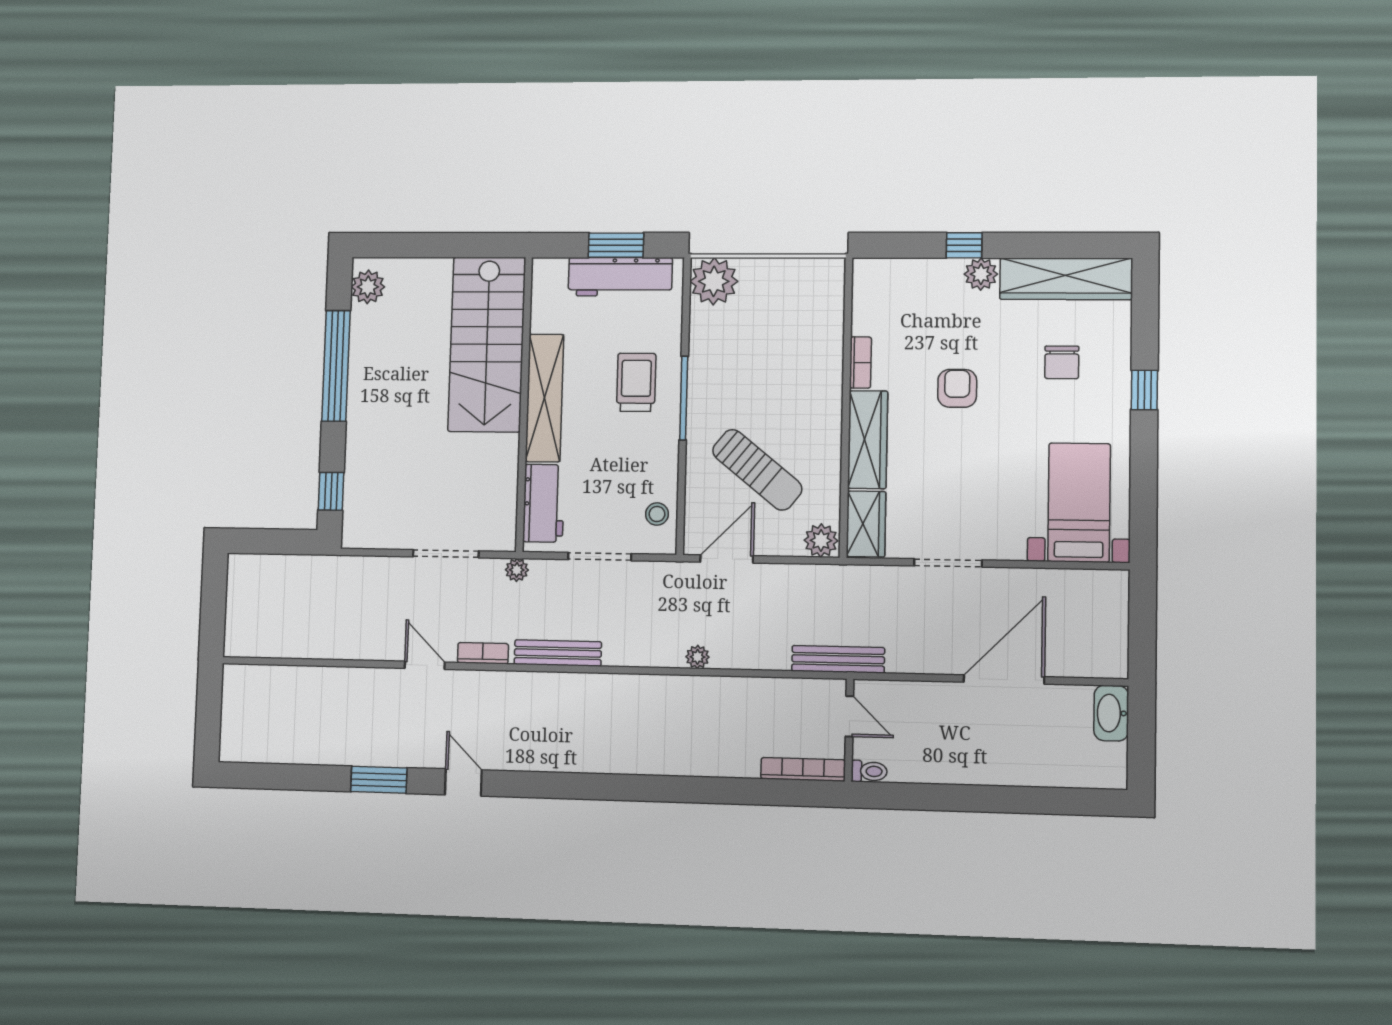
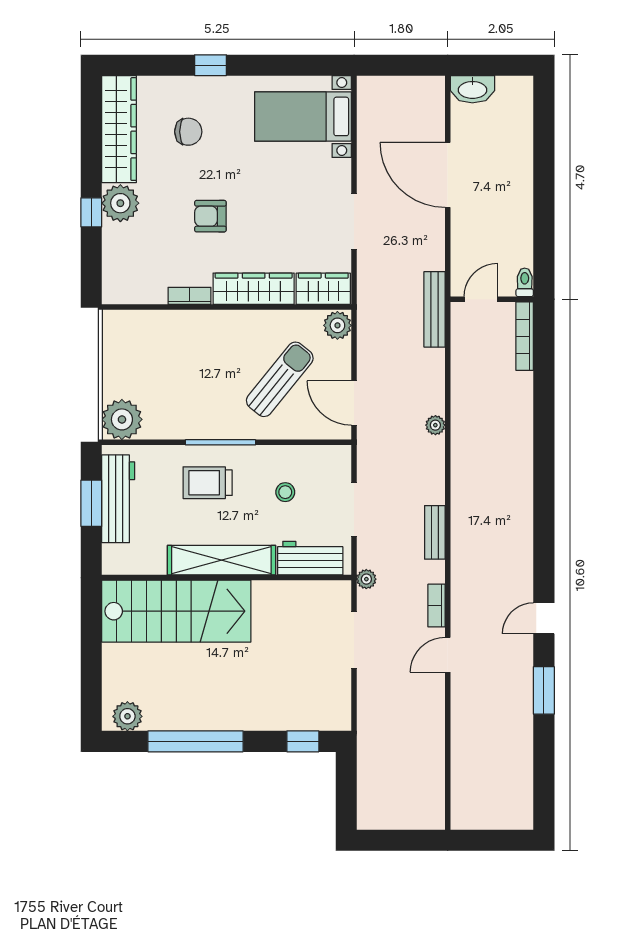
plant: (981, 274) -> (120, 203), width x1.36, depth x1.36
stool: (657, 514) -> (285, 492), moved
bench: (558, 653) -> (435, 532), width x0.73

